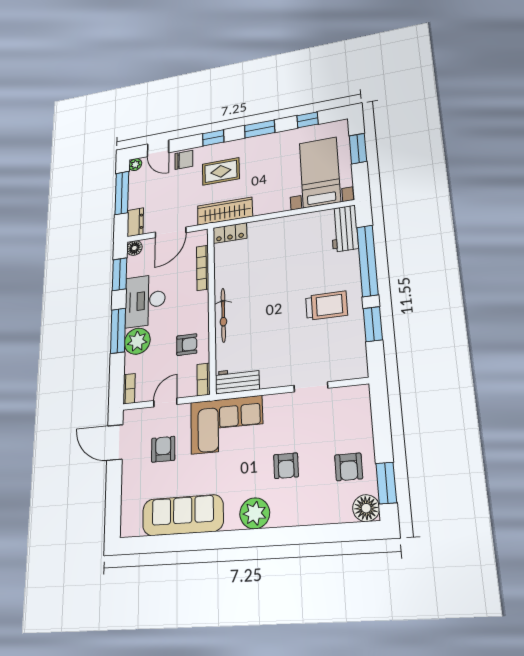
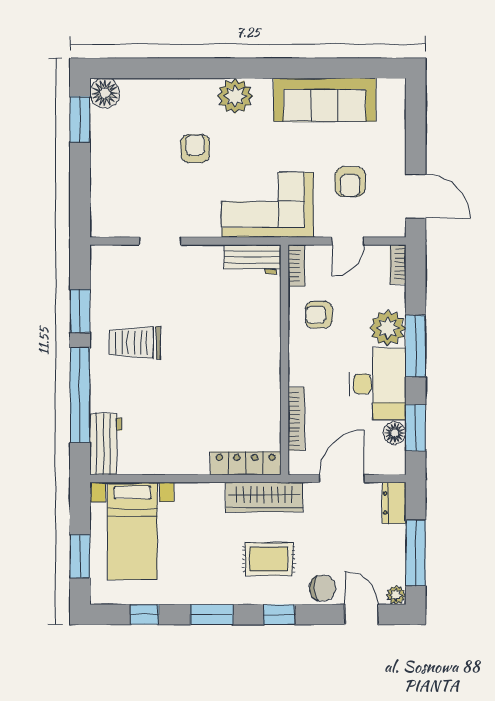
chair: (184, 160) -> (323, 588), turned 180
locker: (230, 233) -> (246, 463), width x1.53
floor lamp: (134, 248) -> (395, 433), moved
bicycle: (223, 315) -> (269, 348), removed
armchair: (349, 467) -> (121, 141), removed

